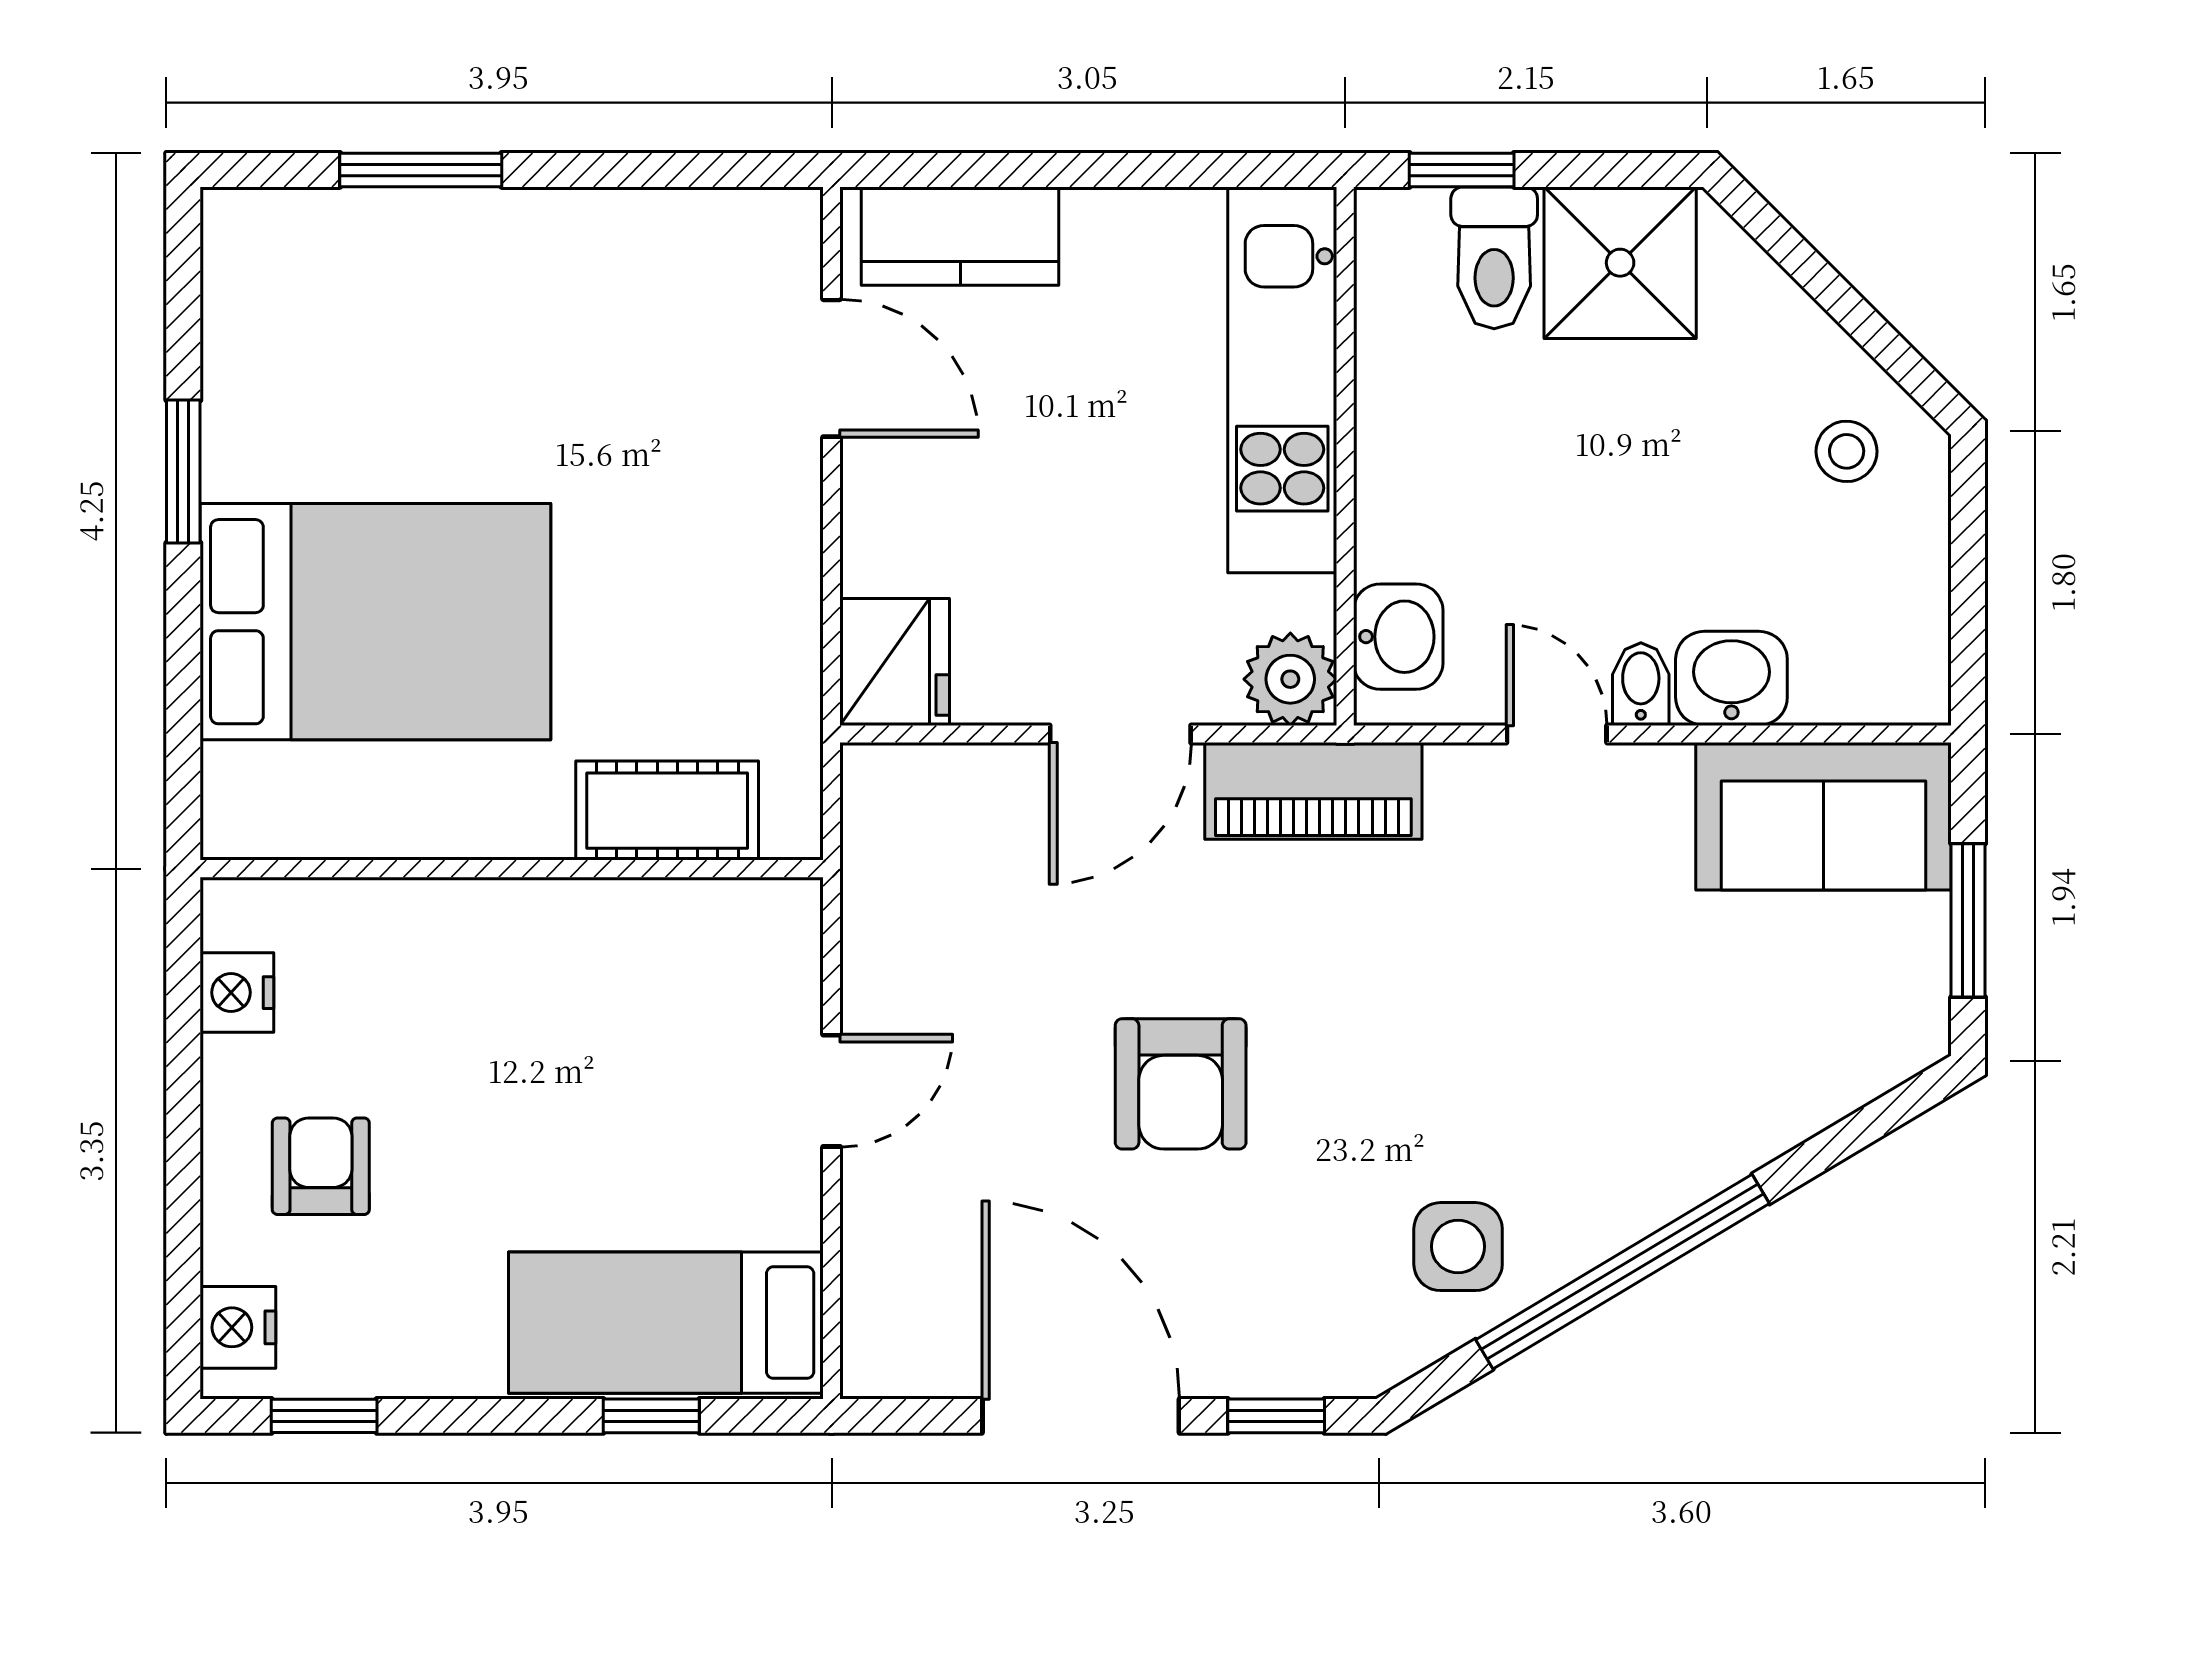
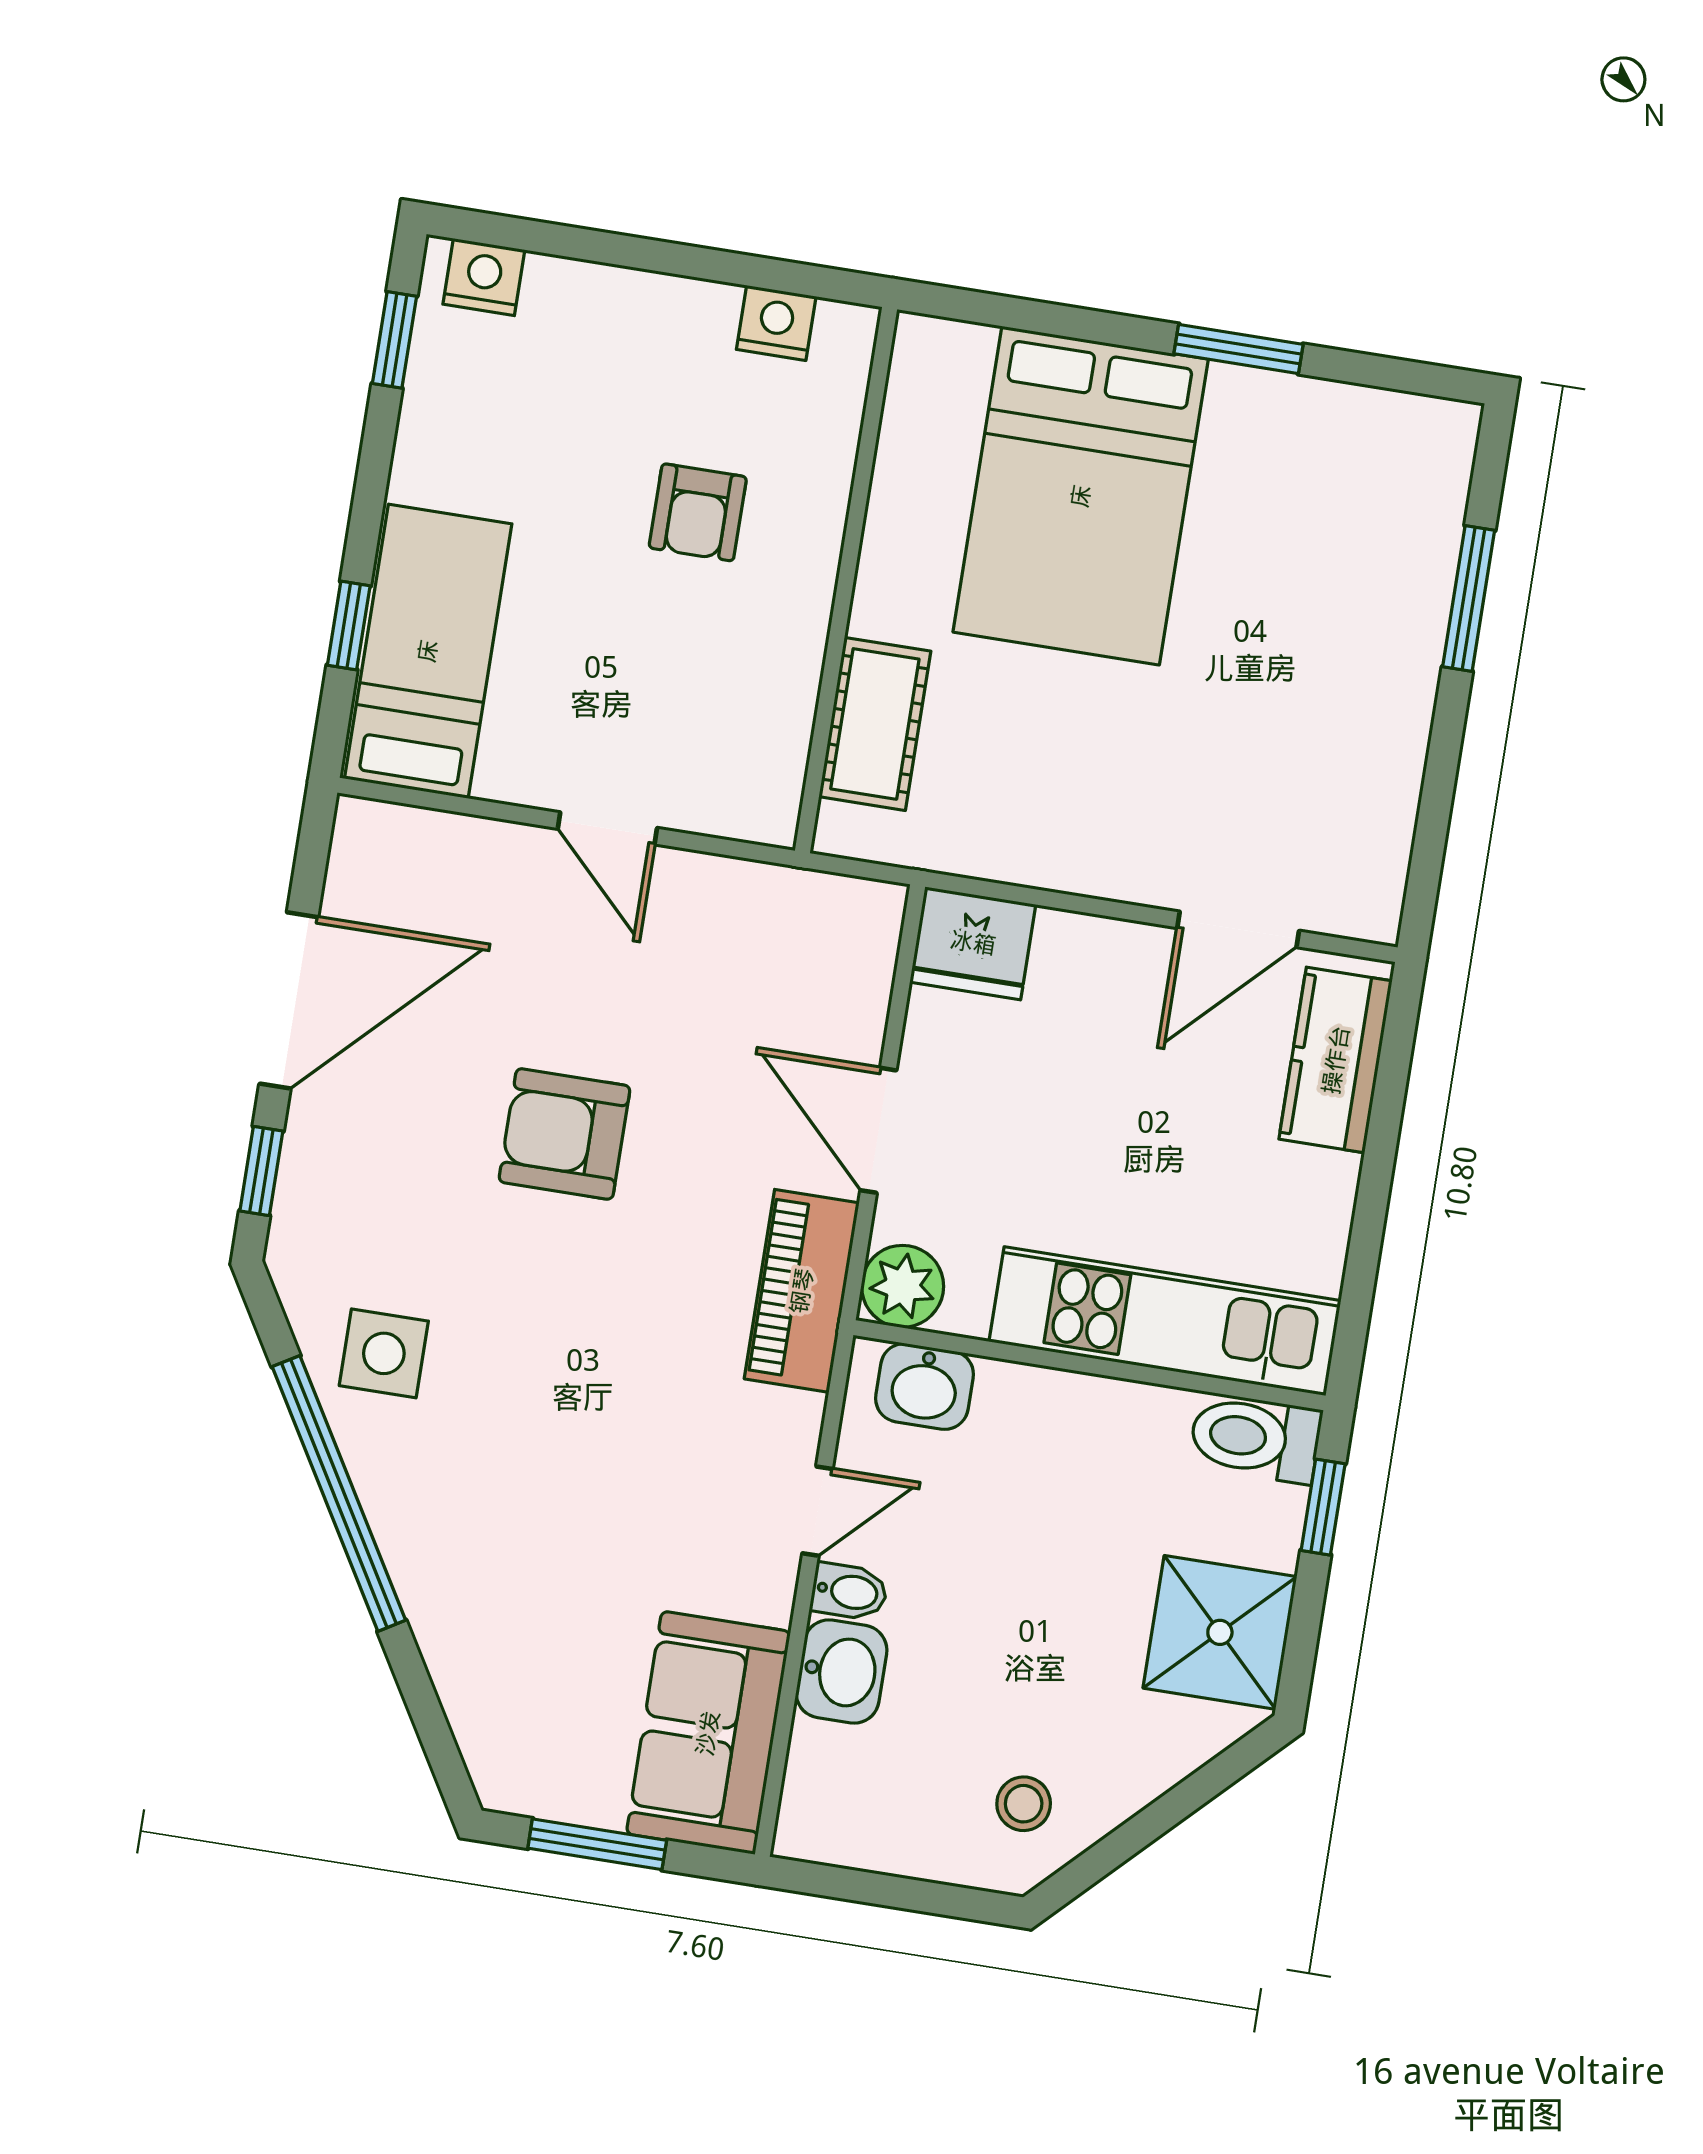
toilet: (1494, 258) -> (1255, 1438), moved
armchair: (321, 1166) -> (698, 512), moved, turned 90

